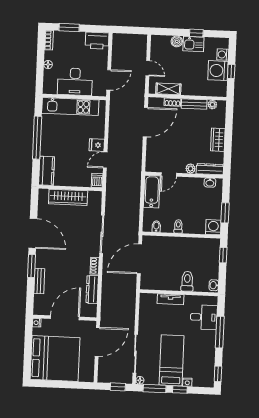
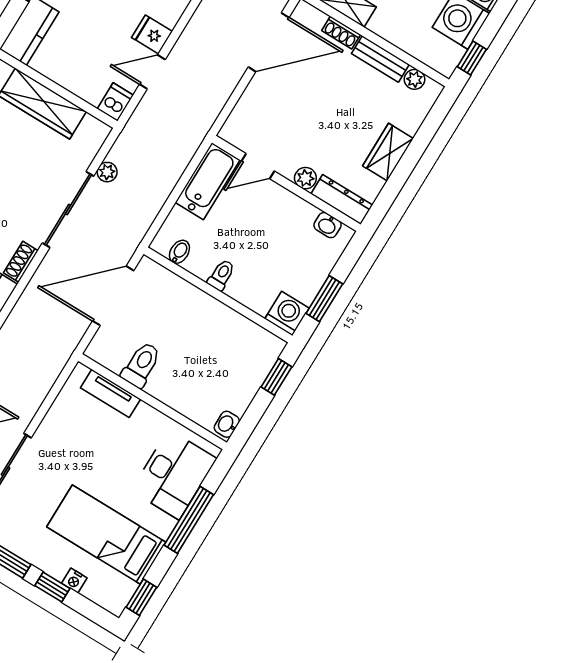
window: (231, 71) -> (472, 58), moved
plant: (109, 210) -> (107, 172), added
toilet: (187, 281) -> (141, 365), moved
tv unit: (171, 299) -> (111, 393), moved
desk: (204, 317) -> (174, 475), width x1.37
bed: (172, 360) -> (106, 535), moved, turned -90

